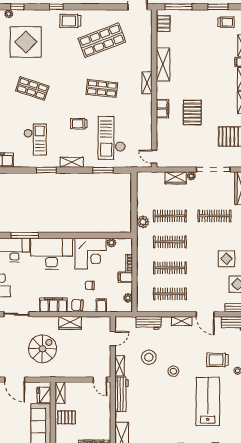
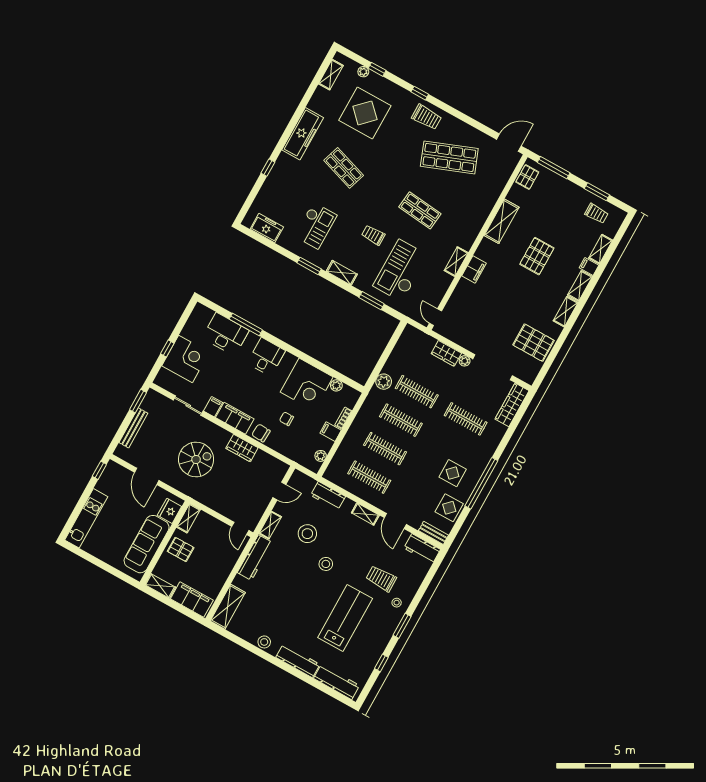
trolley: (70, 21) -> (427, 117), turned 180
shelving: (147, 83) -> (456, 262), moved
pallet: (192, 112) -> (537, 256), moved
desk: (52, 254) -> (266, 357), width x0.53, depth x0.77
filing cabinet: (101, 305) -> (213, 407), moved

